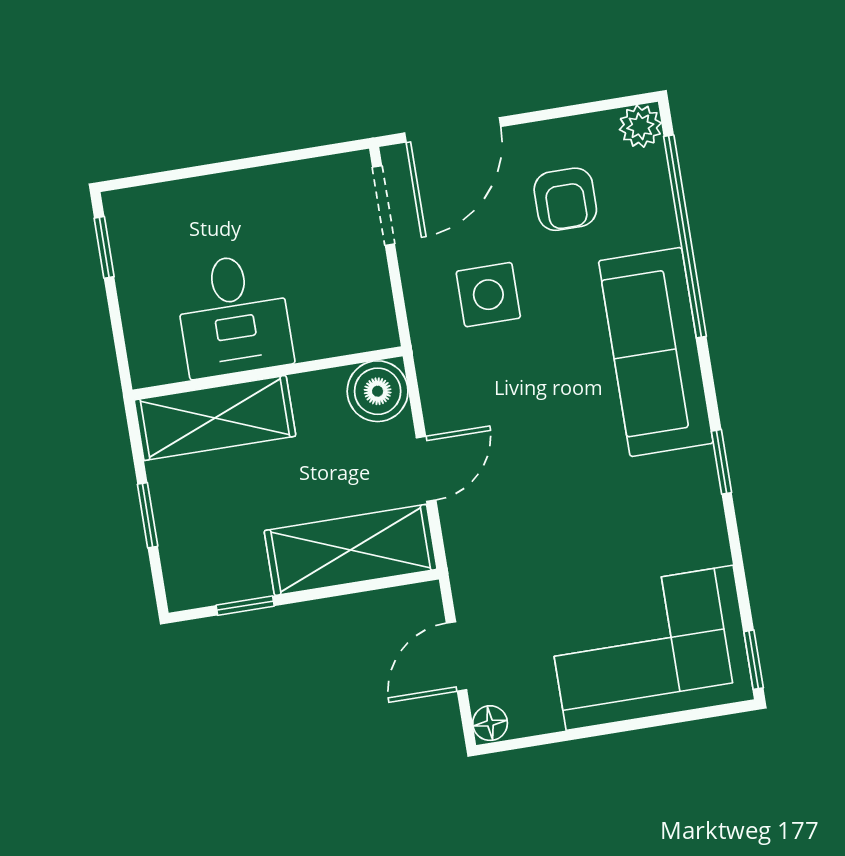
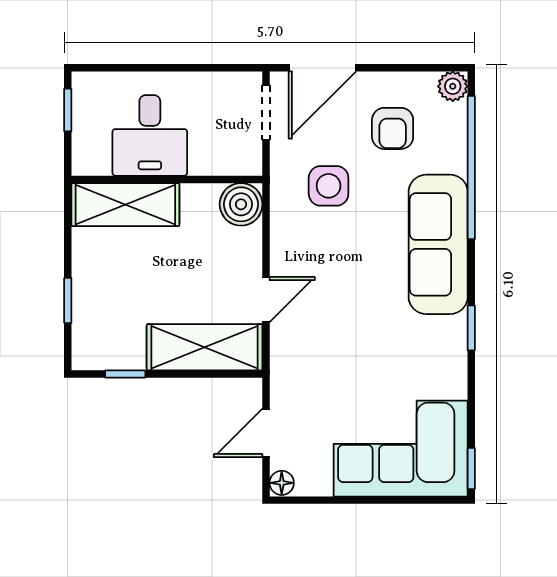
desk: (234, 315) -> (150, 135), moved
wall: (268, 373) -> (167, 179), moved
boiler: (378, 391) -> (241, 204), moved
shelving: (215, 418) -> (125, 205), moved

